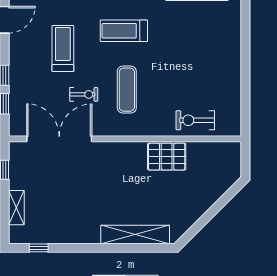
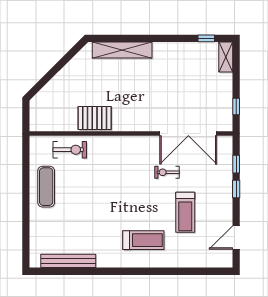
treadmill: (124, 31) -> (143, 240), moved
exercise mat: (127, 90) -> (46, 187), moved
shelving: (16, 208) -> (226, 57), moved

